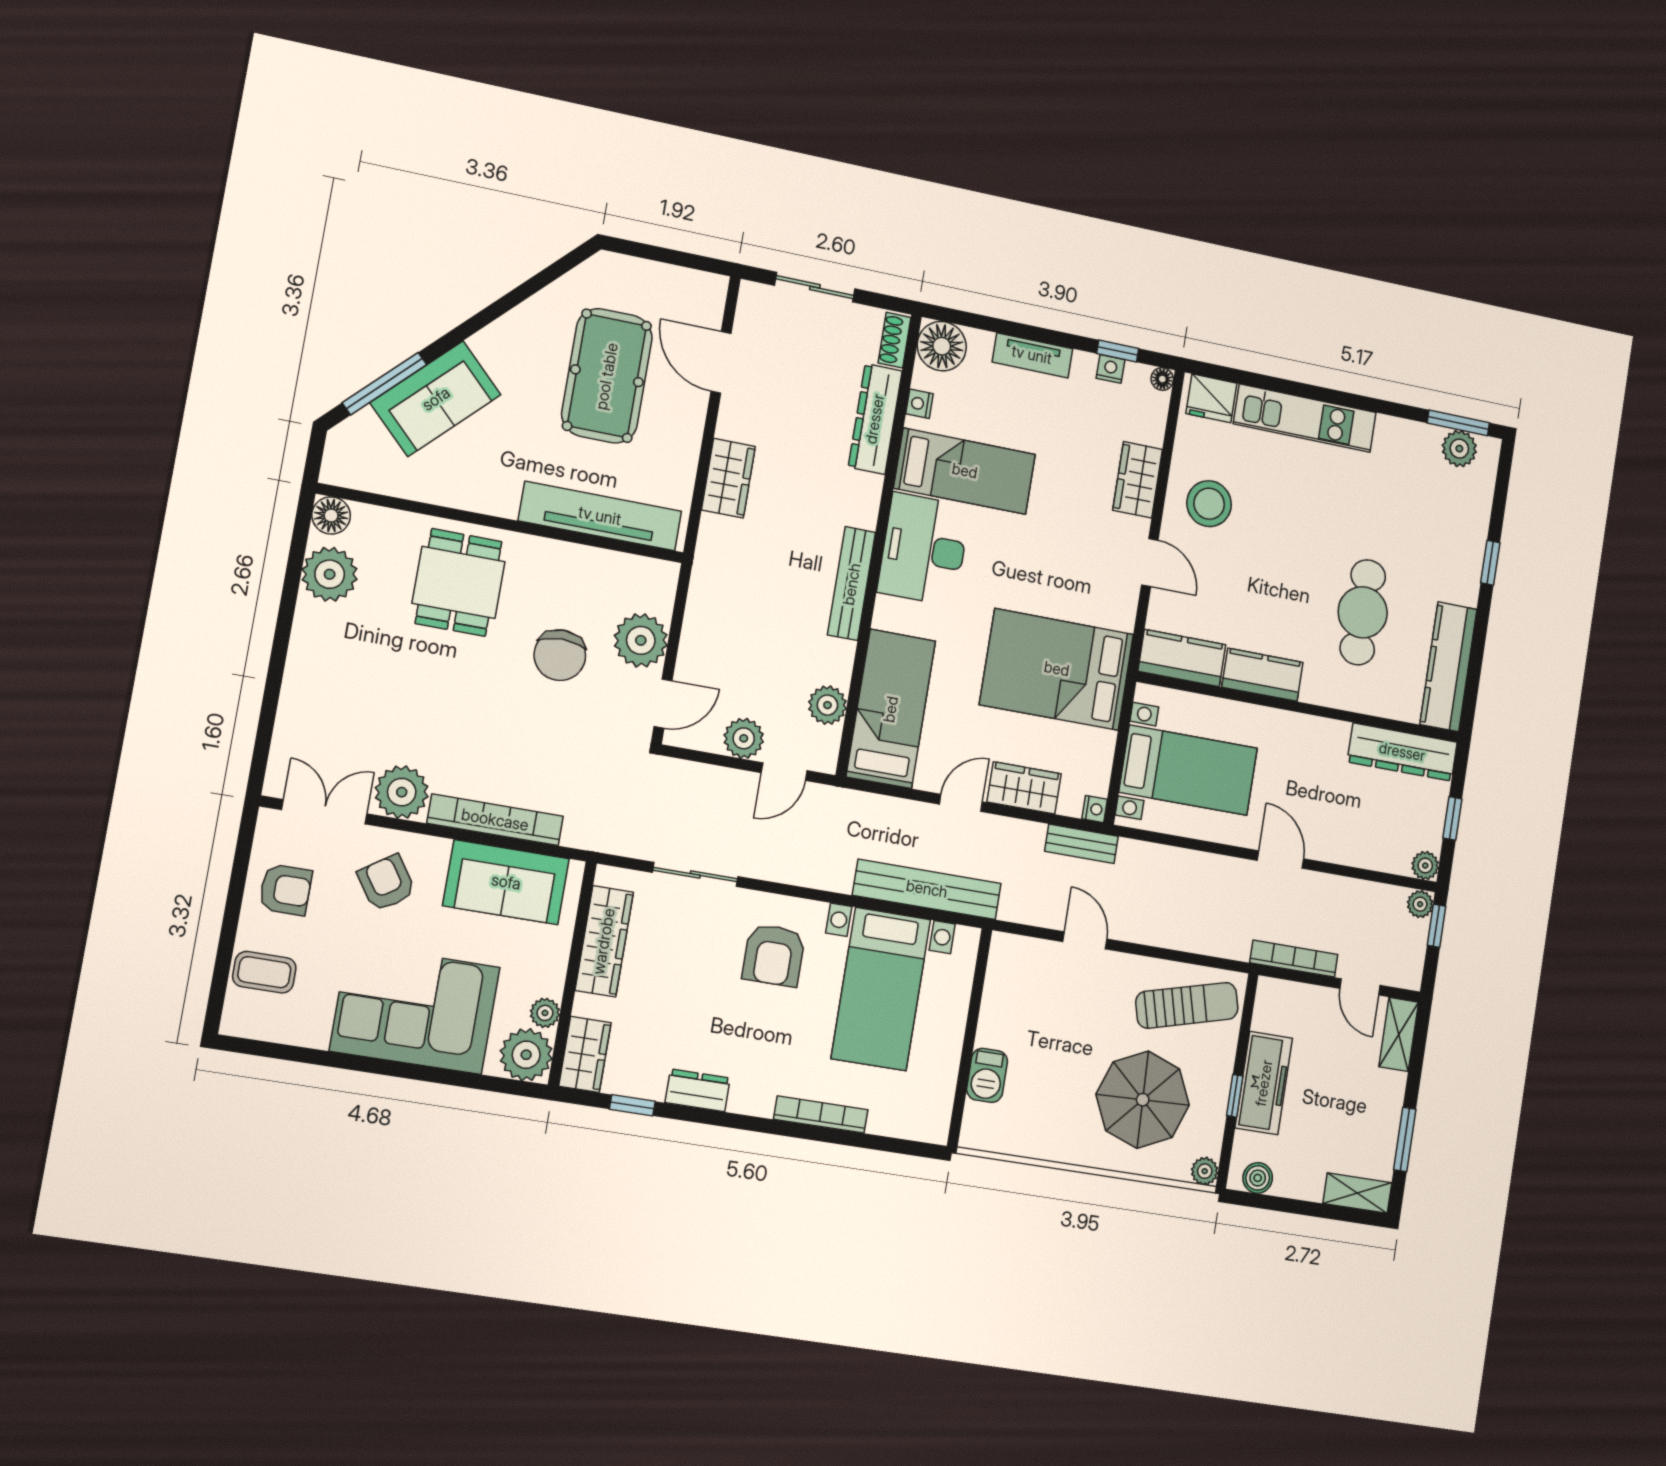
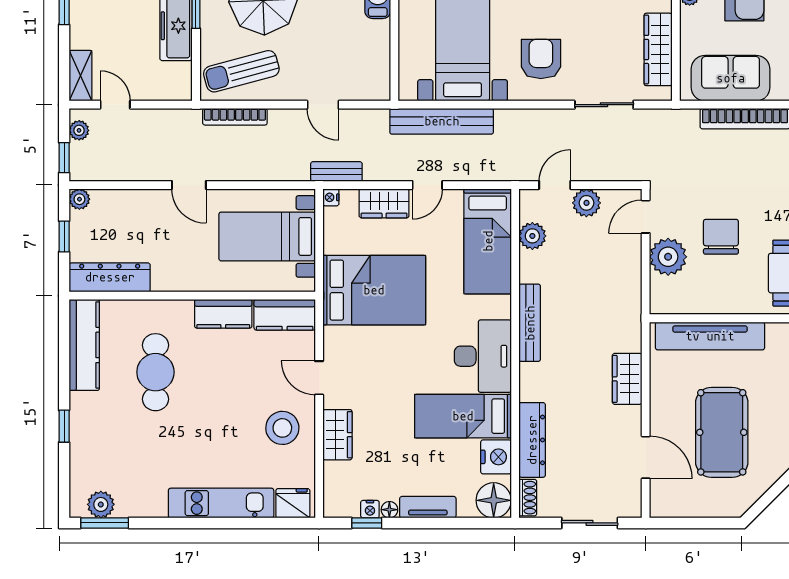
floor lamp: (1162, 379) -> (389, 510), moved
nightstand: (919, 404) -> (496, 457), width x1.89, depth x1.79
plant: (1420, 904) -> (79, 130), moved
bookcase: (1294, 959) -> (235, 117), moved

